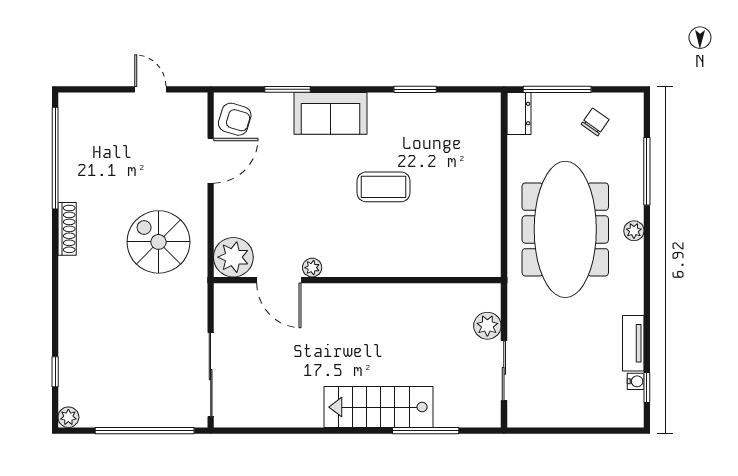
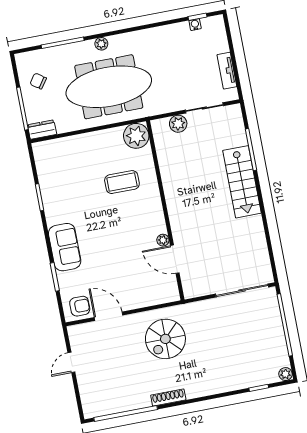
armchair: (235, 119) -> (80, 306), turned 73
coffee table: (384, 187) -> (122, 182), moved, turned 90
plant: (233, 257) -> (136, 136), moved
door: (279, 280) -> (175, 259), swing flipped
tv unit: (633, 343) -> (227, 71), moved, turned 90

